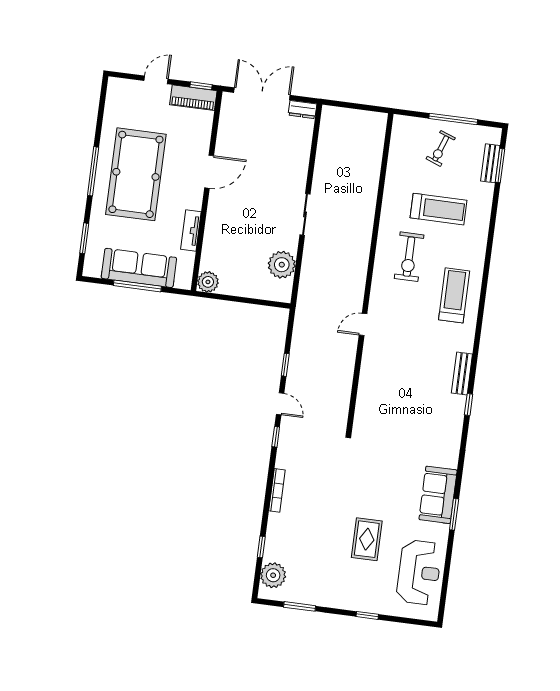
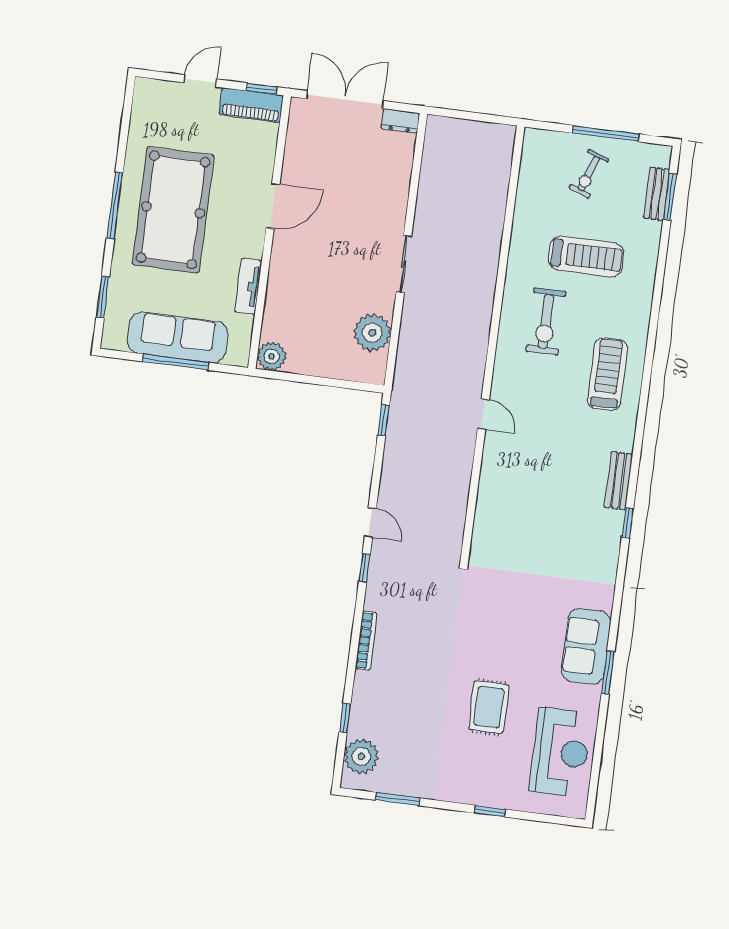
door: (363, 324) -> (483, 414), swing flipped
window: (285, 365) -> (384, 420), moved

